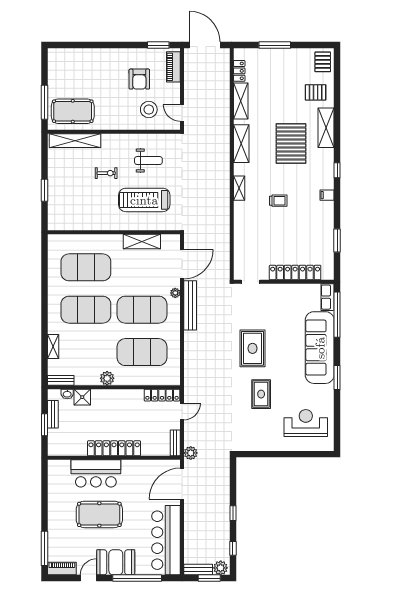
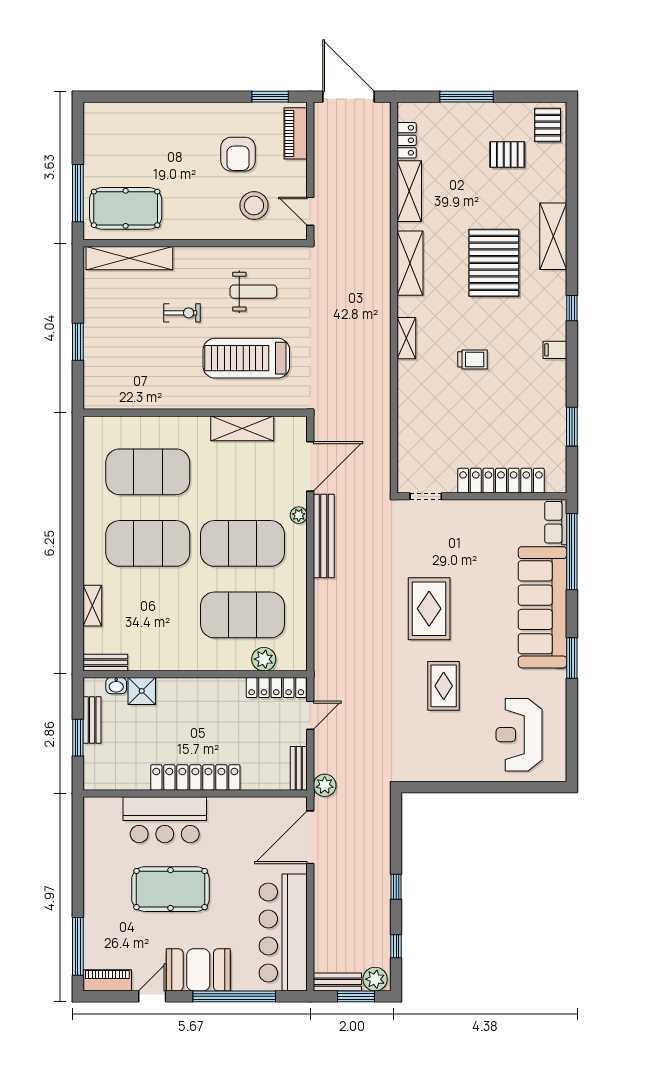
pallet: (316, 92) -> (507, 155), moved
plant: (107, 378) -> (264, 659), moved
reception desk: (306, 423) -> (519, 735), turned -90

